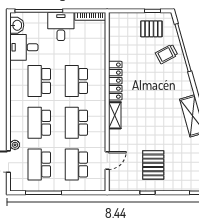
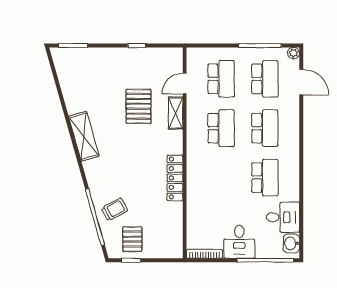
pallet: (151, 29) -> (132, 239), turned 90
school desk: (76, 81) -> (221, 178), removed
shelving: (115, 115) -> (176, 113), moved
plant: (15, 145) -> (294, 53), moved
pallet: (153, 165) -> (138, 106), moved

